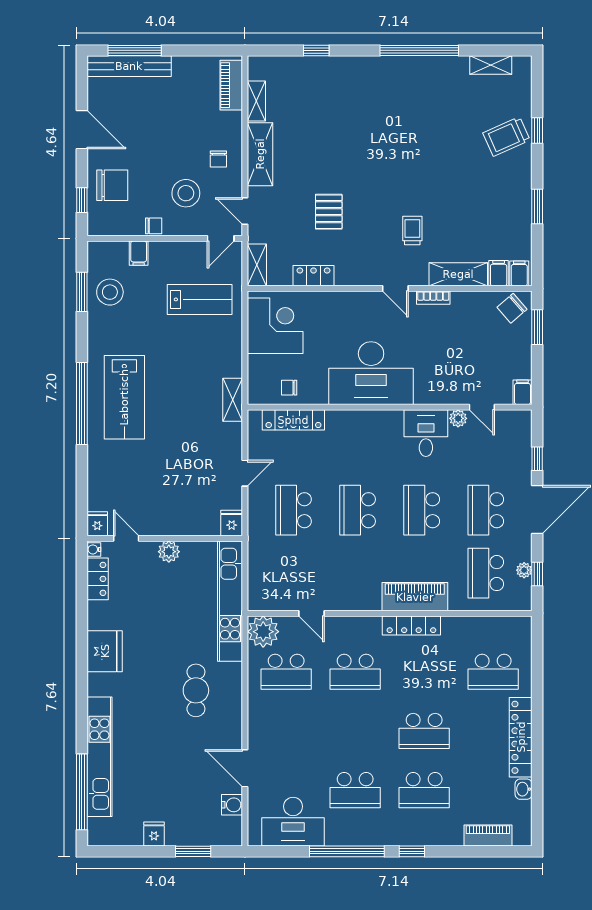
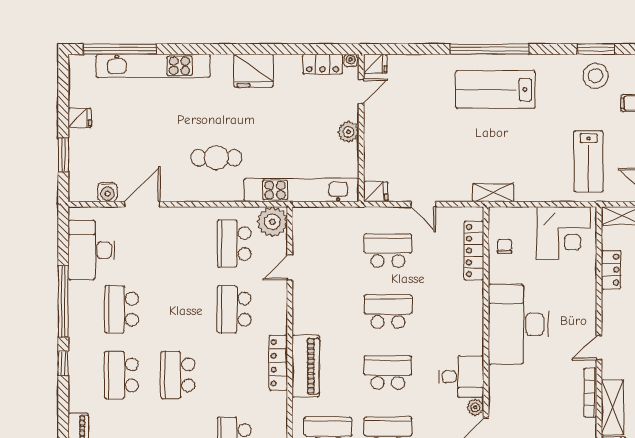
bookcase: (433, 298) -> (590, 393), width x1.56

